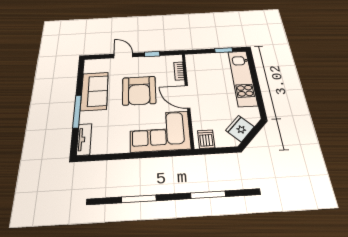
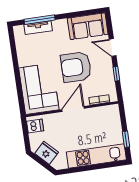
door: (123, 56) -> (113, 47), swing flipped
sofa: (94, 91) -> (88, 26), moved
window: (77, 111) -> (40, 20), moved
tv unit: (84, 139) -> (38, 28), moved

